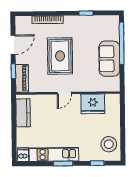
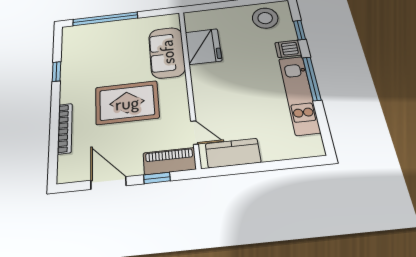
sofa: (109, 59) -> (167, 52), moved, turned 90
door: (64, 93) -> (195, 132), moved
dishwasher: (23, 155) -> (288, 49), moved
window: (63, 164) -> (312, 79), width x1.44

